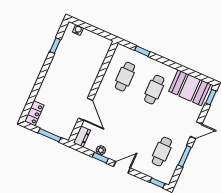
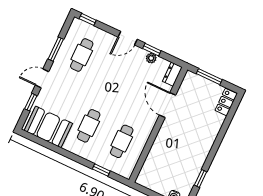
window: (211, 97) -> (31, 102), moved

